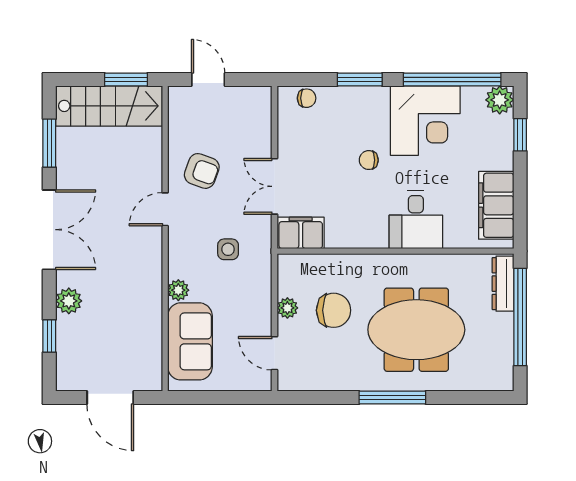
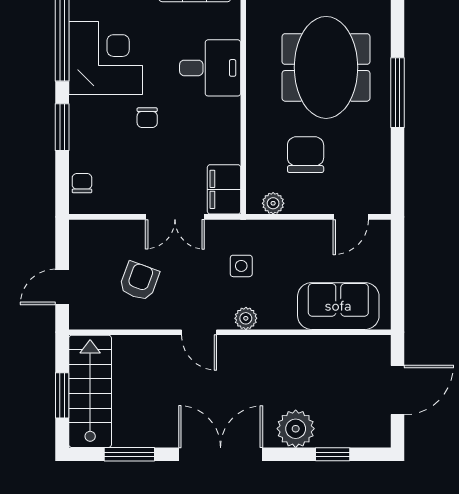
window: (126, 79) -> (62, 395), moved
armchair: (202, 171) -> (139, 281), moved
plant: (178, 290) -> (246, 318), moved
plant: (69, 301) -> (296, 429), width x1.36, depth x1.36
plant: (287, 308) -> (273, 203), moved

